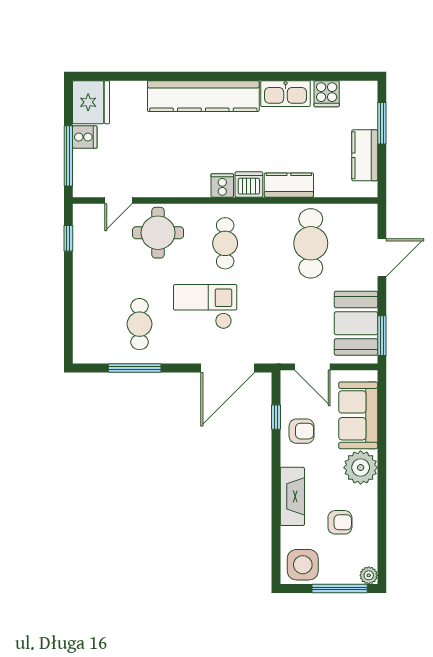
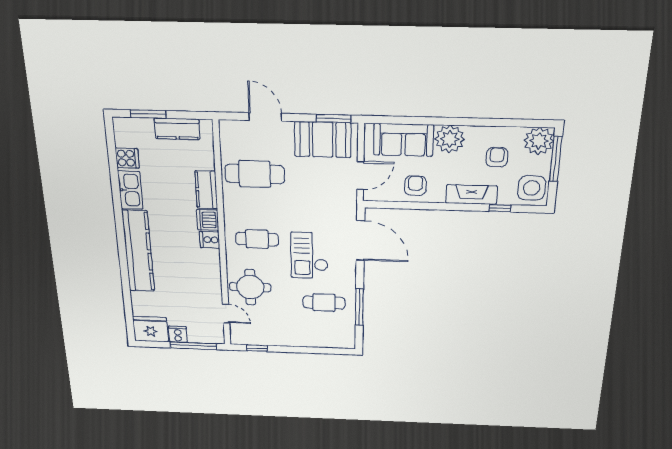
window: (276, 417) -> (500, 208), moved
plant: (369, 575) -> (539, 141), width x1.88, depth x1.88

